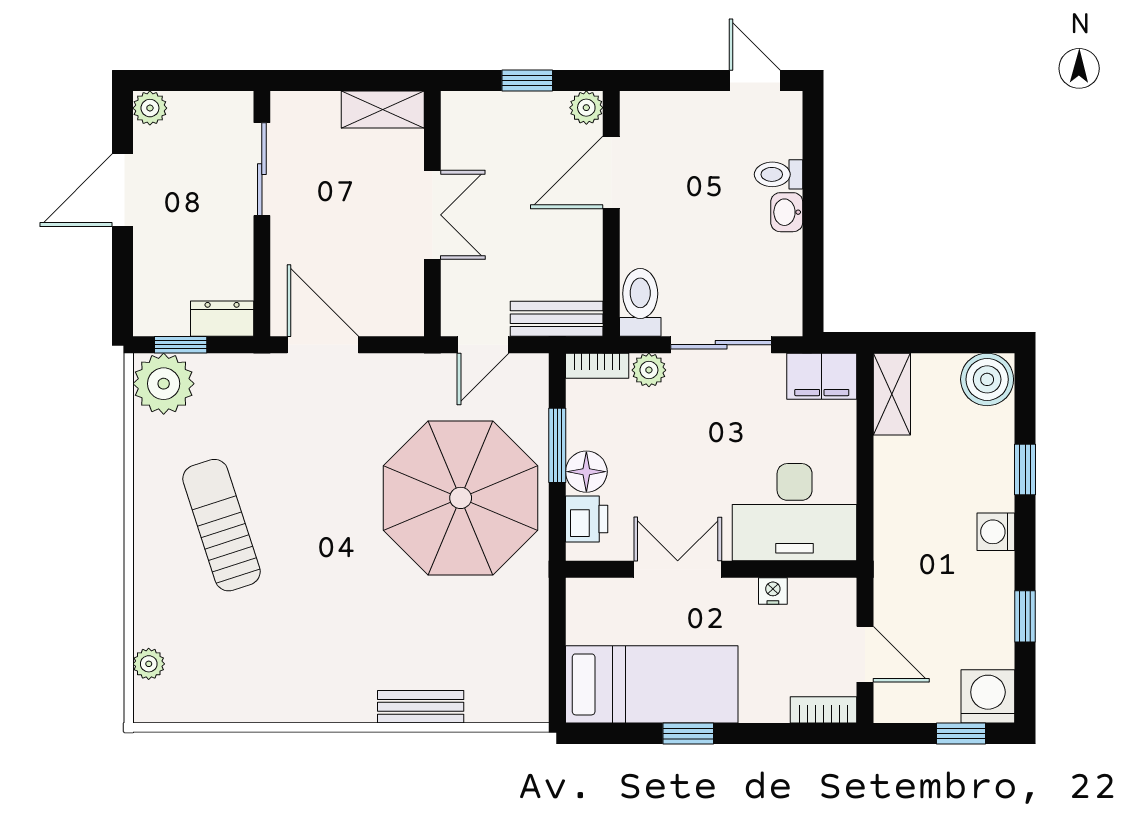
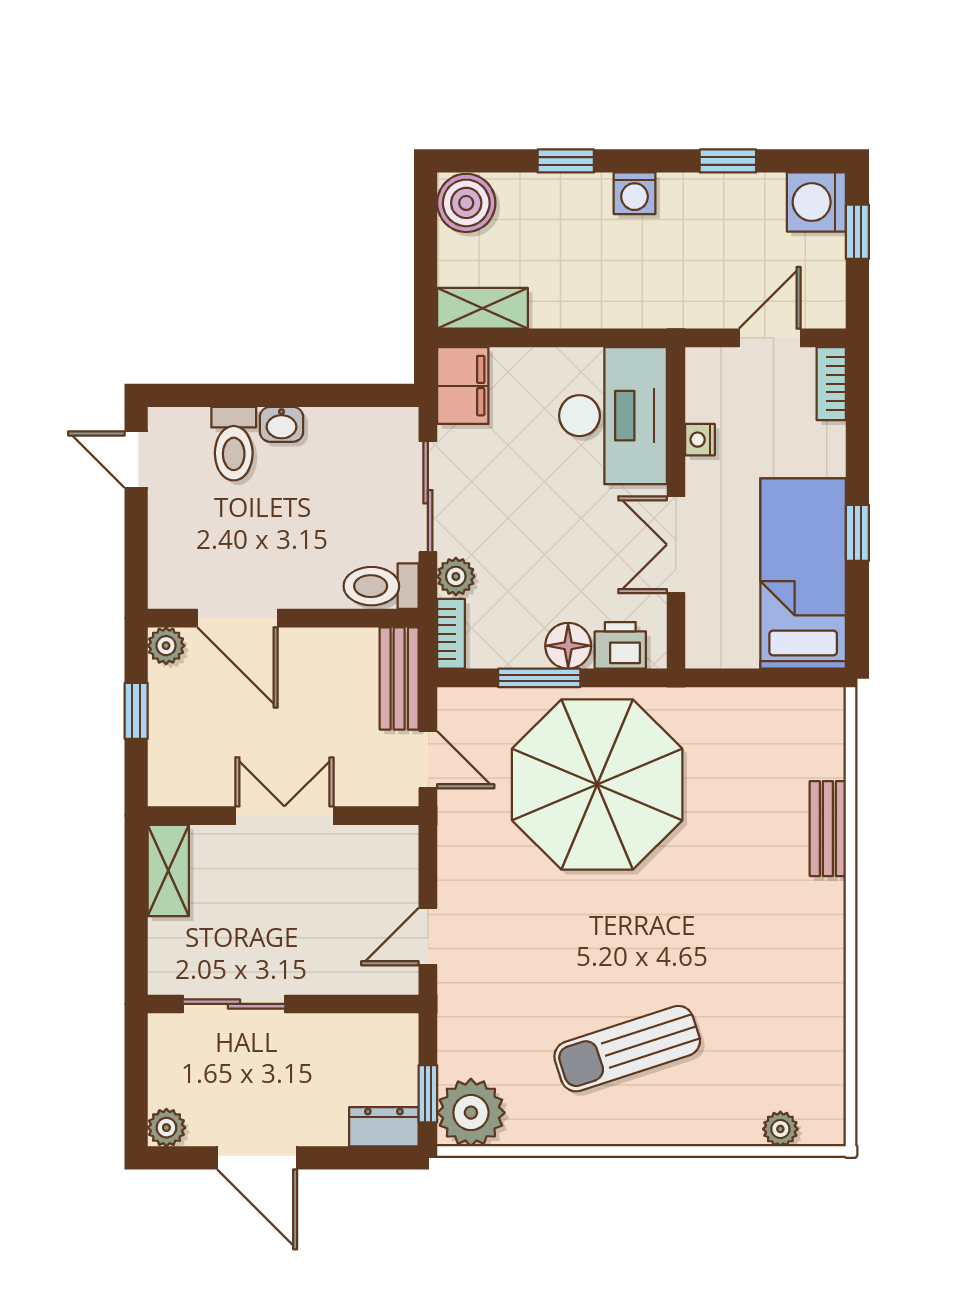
door: (755, 81) -> (136, 460), hinge flipped
toilet: (779, 174) -> (234, 444), width x1.37, depth x1.39
dresser: (222, 319) -> (384, 1127), moved, turned 90
door: (323, 345) -> (428, 937), width x0.73

